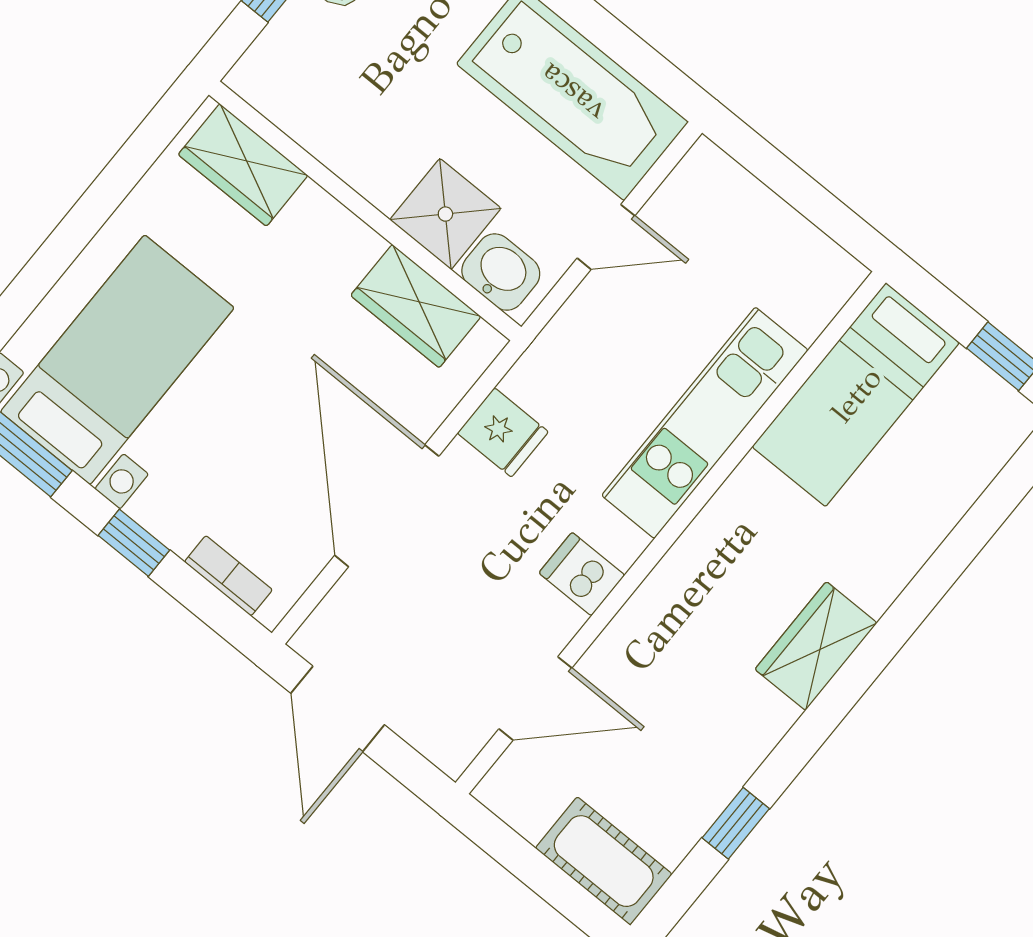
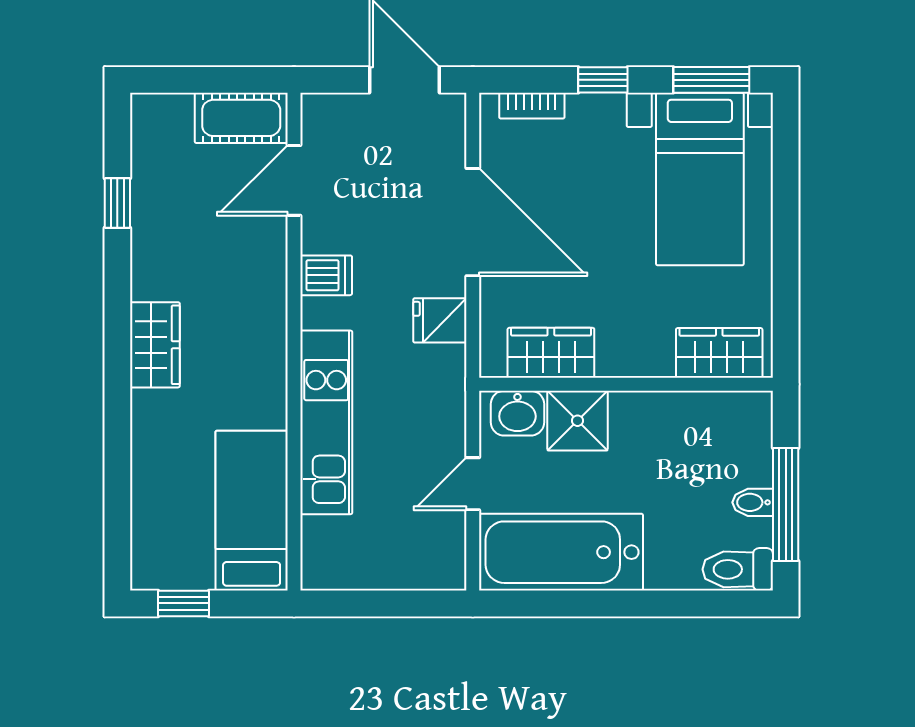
cot: (604, 861) -> (241, 118), moved

